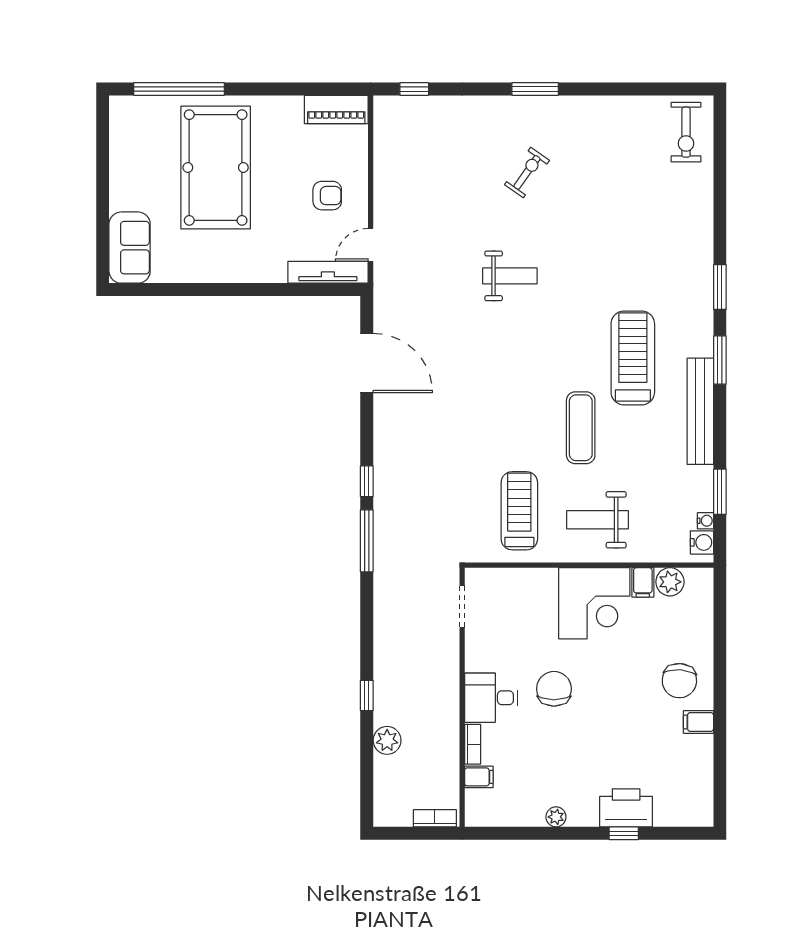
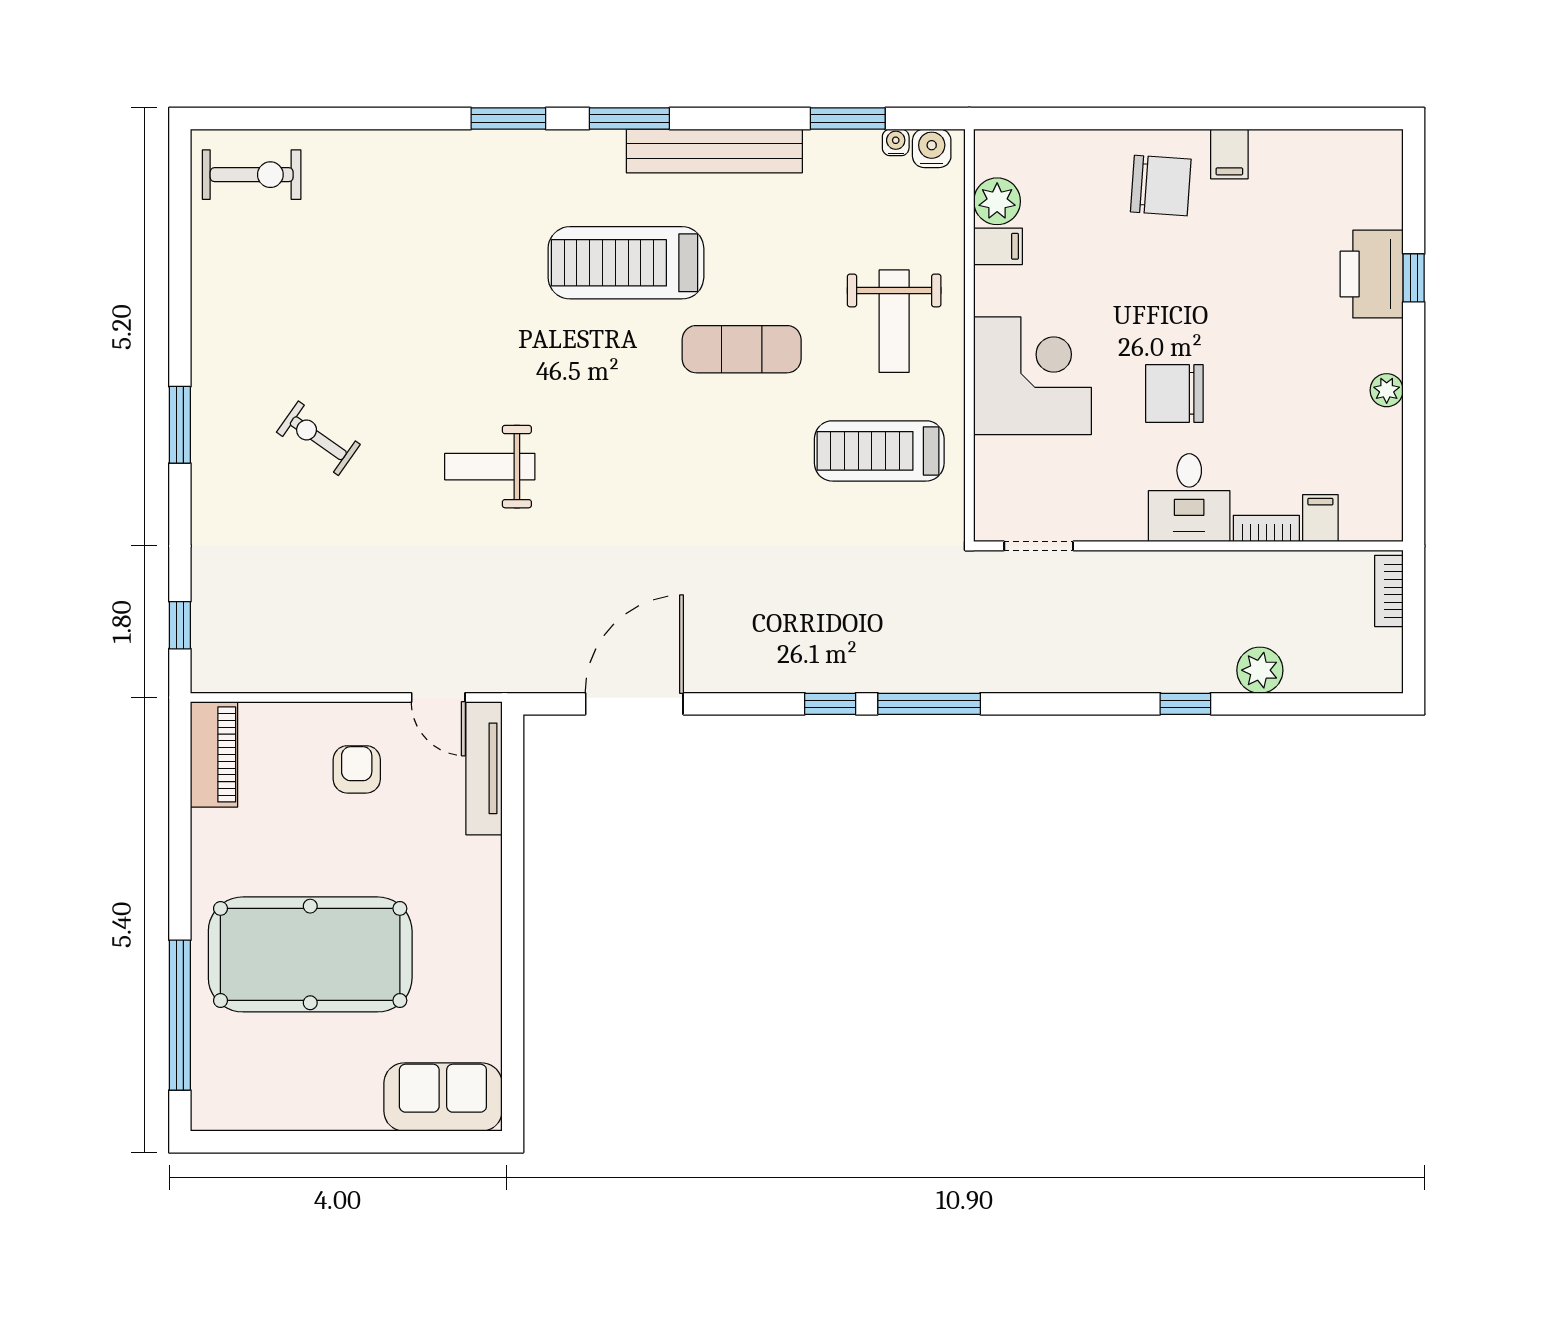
weight bench: (510, 276) -> (490, 467), turned -90
corner desk: (594, 603) -> (1033, 376), moved

